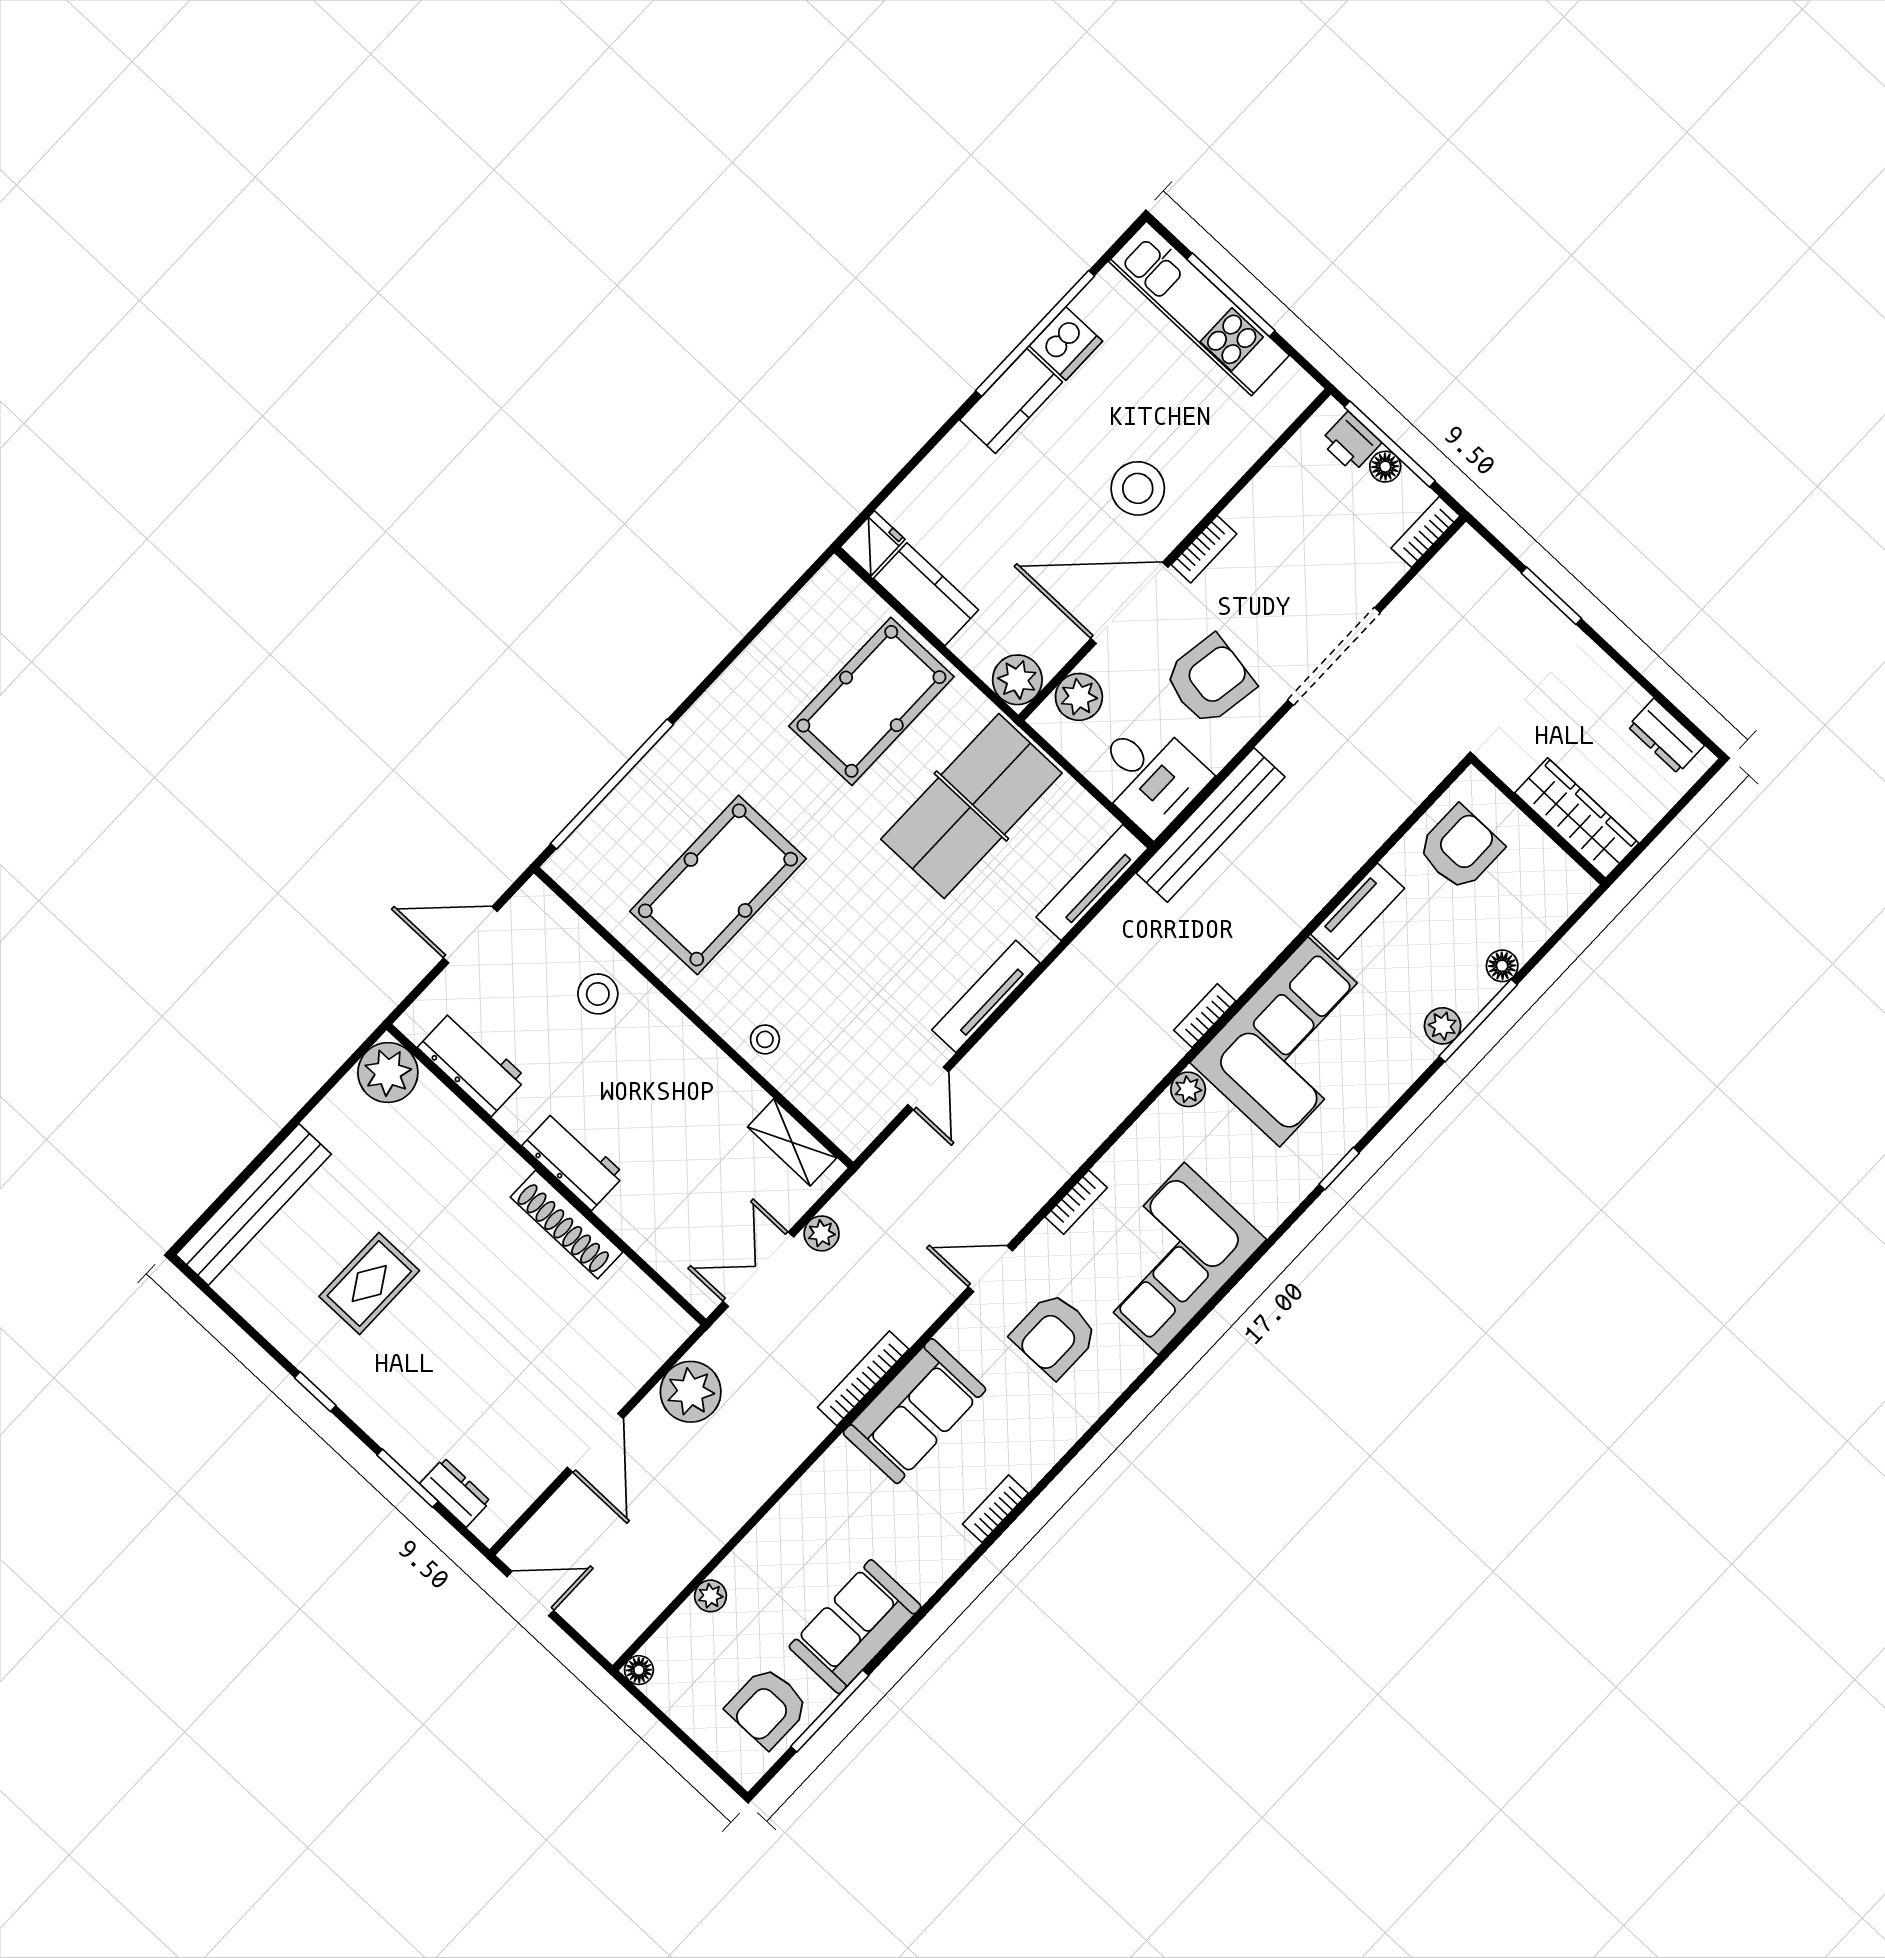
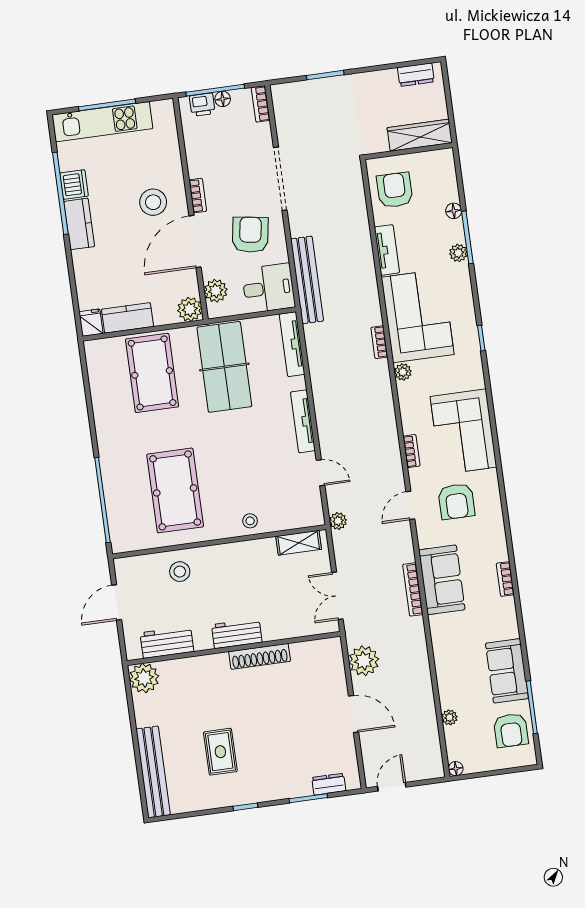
plant: (822, 1233) -> (338, 521), moved

